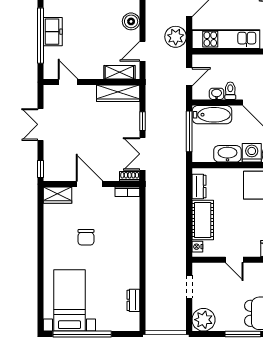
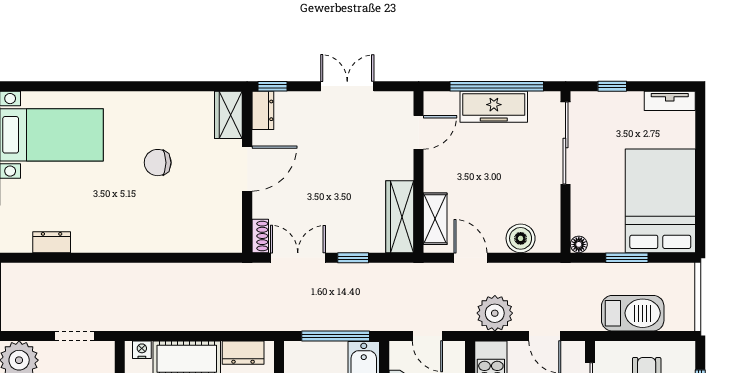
freezer: (53, 32) -> (494, 107), width x1.40
dresser: (55, 175) -> (263, 110), added
bookcase: (127, 192) -> (234, 232), removed

